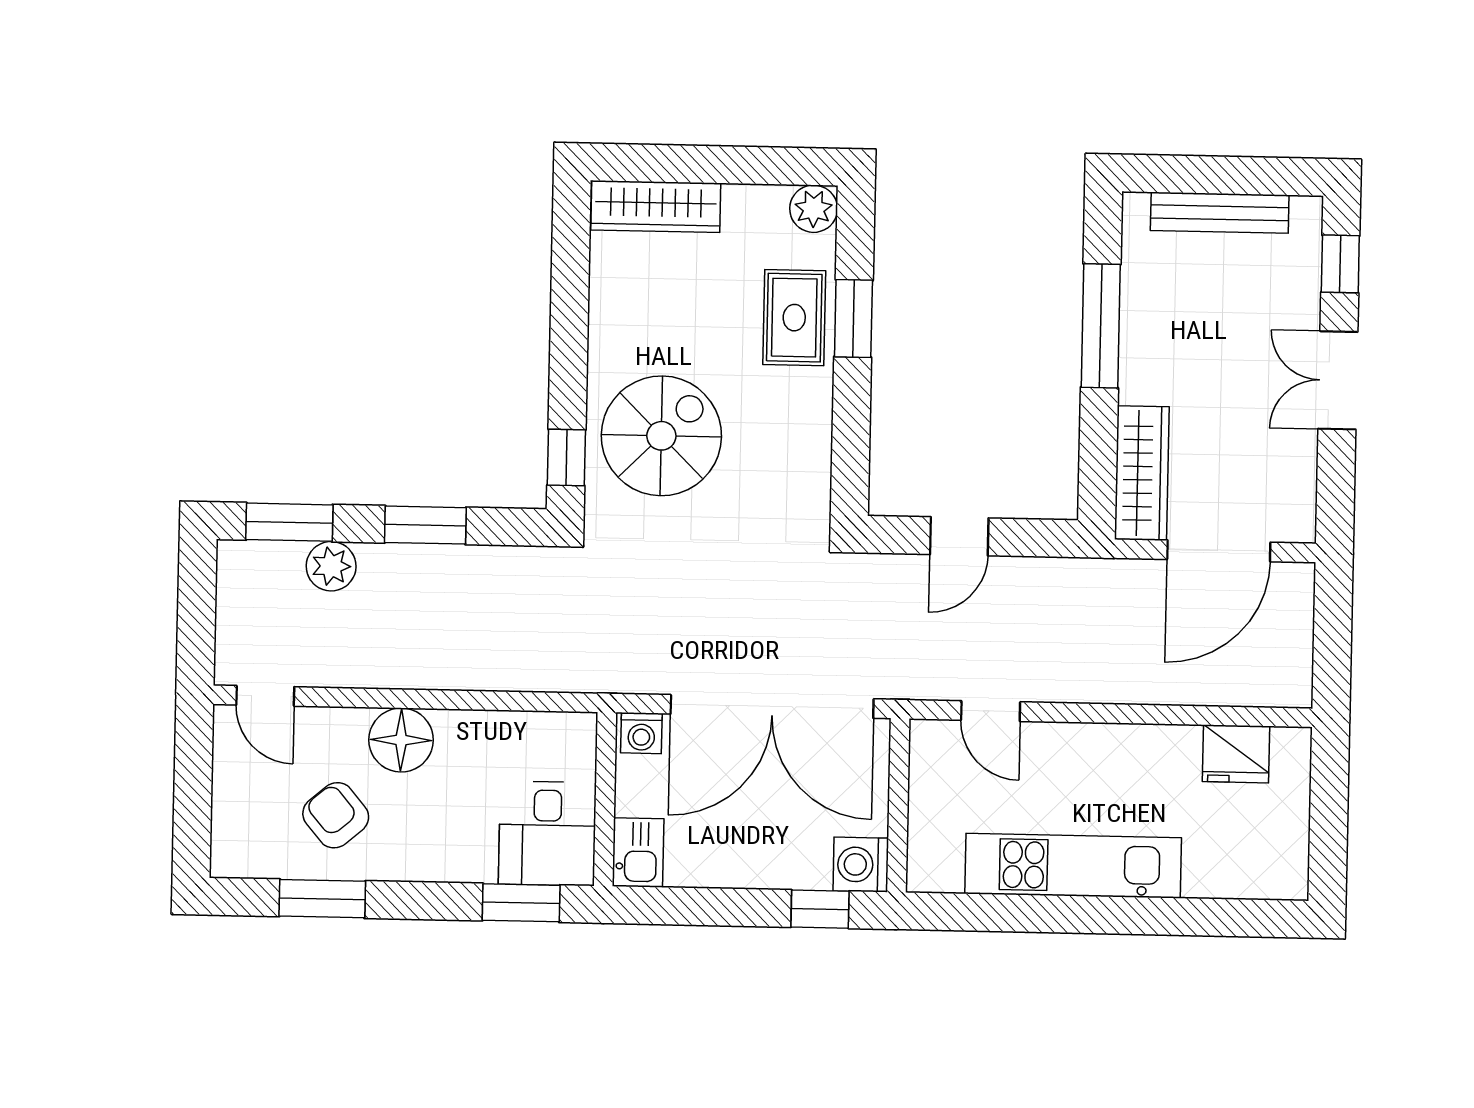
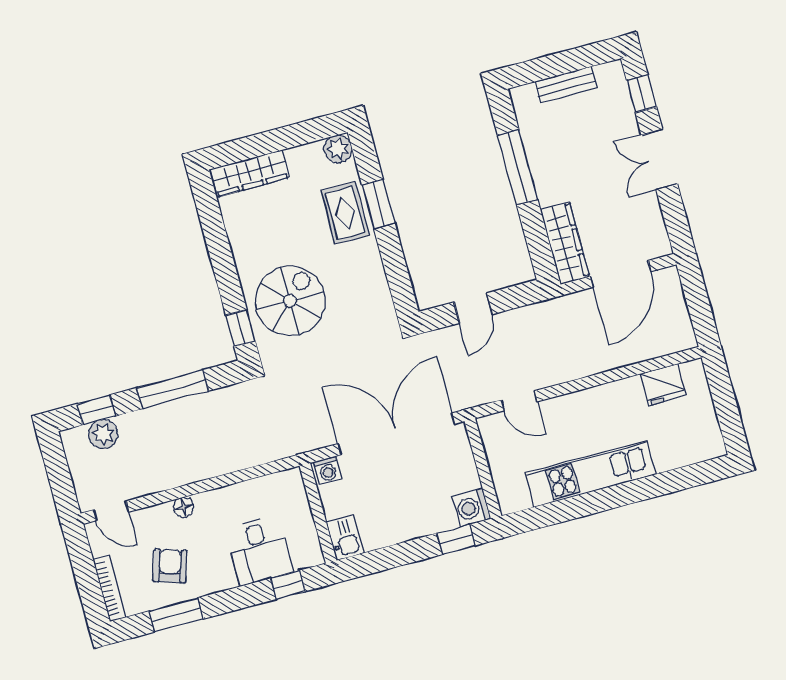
bench: (1220, 213) -> (566, 85), width x0.73
window: (289, 522) -> (96, 410), width x0.67
window: (425, 525) -> (173, 389), width x1.44
plant: (331, 566) -> (103, 434), moved
double door: (772, 706) -> (396, 434), swing flipped
floor lamp: (401, 740) -> (184, 507), width x0.53, depth x0.53
armchair: (336, 815) -> (170, 566), turned 58
bookcase: (225, 822) -> (109, 588), added
desk: (547, 833) -> (259, 550), moved
window: (521, 903) -> (288, 585), width x0.67

